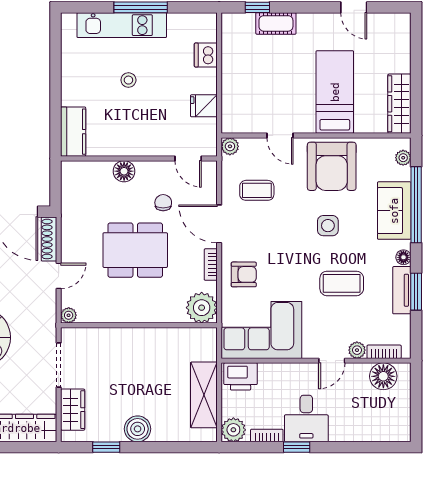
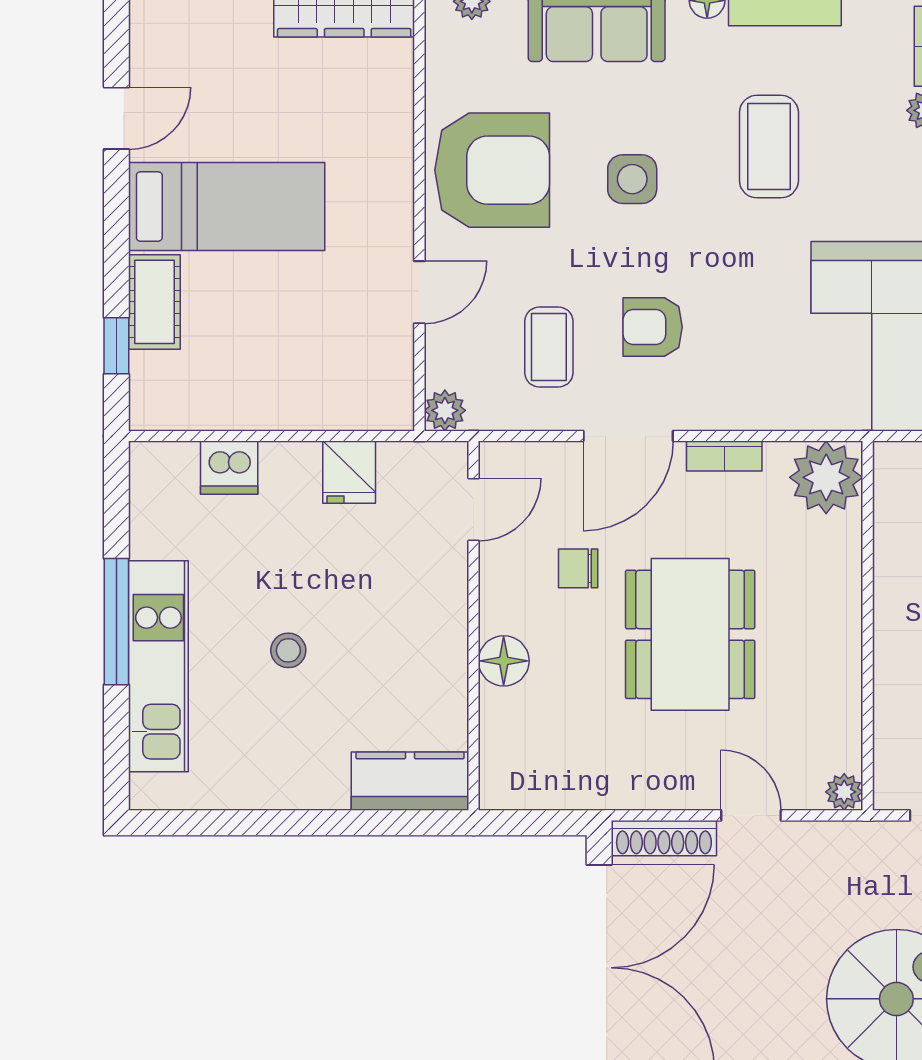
bed: (335, 92) -> (227, 207), moved, turned 180
armchair: (244, 274) -> (653, 327), moved, turned -90

